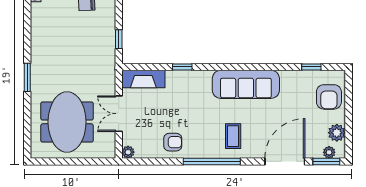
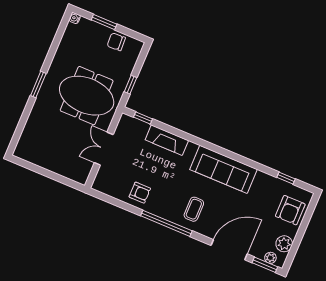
window: (182, 67) -> (143, 118), moved
fireplace: (143, 79) -> (167, 140), moved
meeting table: (67, 122) -> (87, 96), moved, turned 90
plant: (128, 152) -> (98, 185), removed

